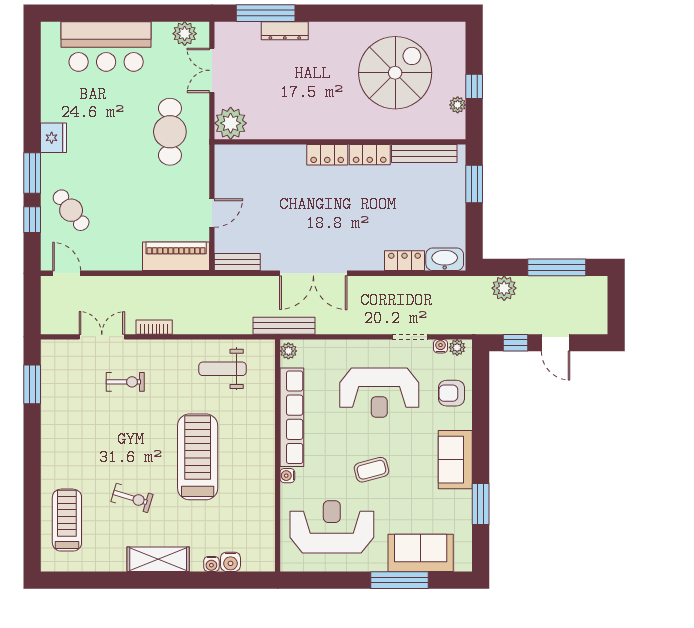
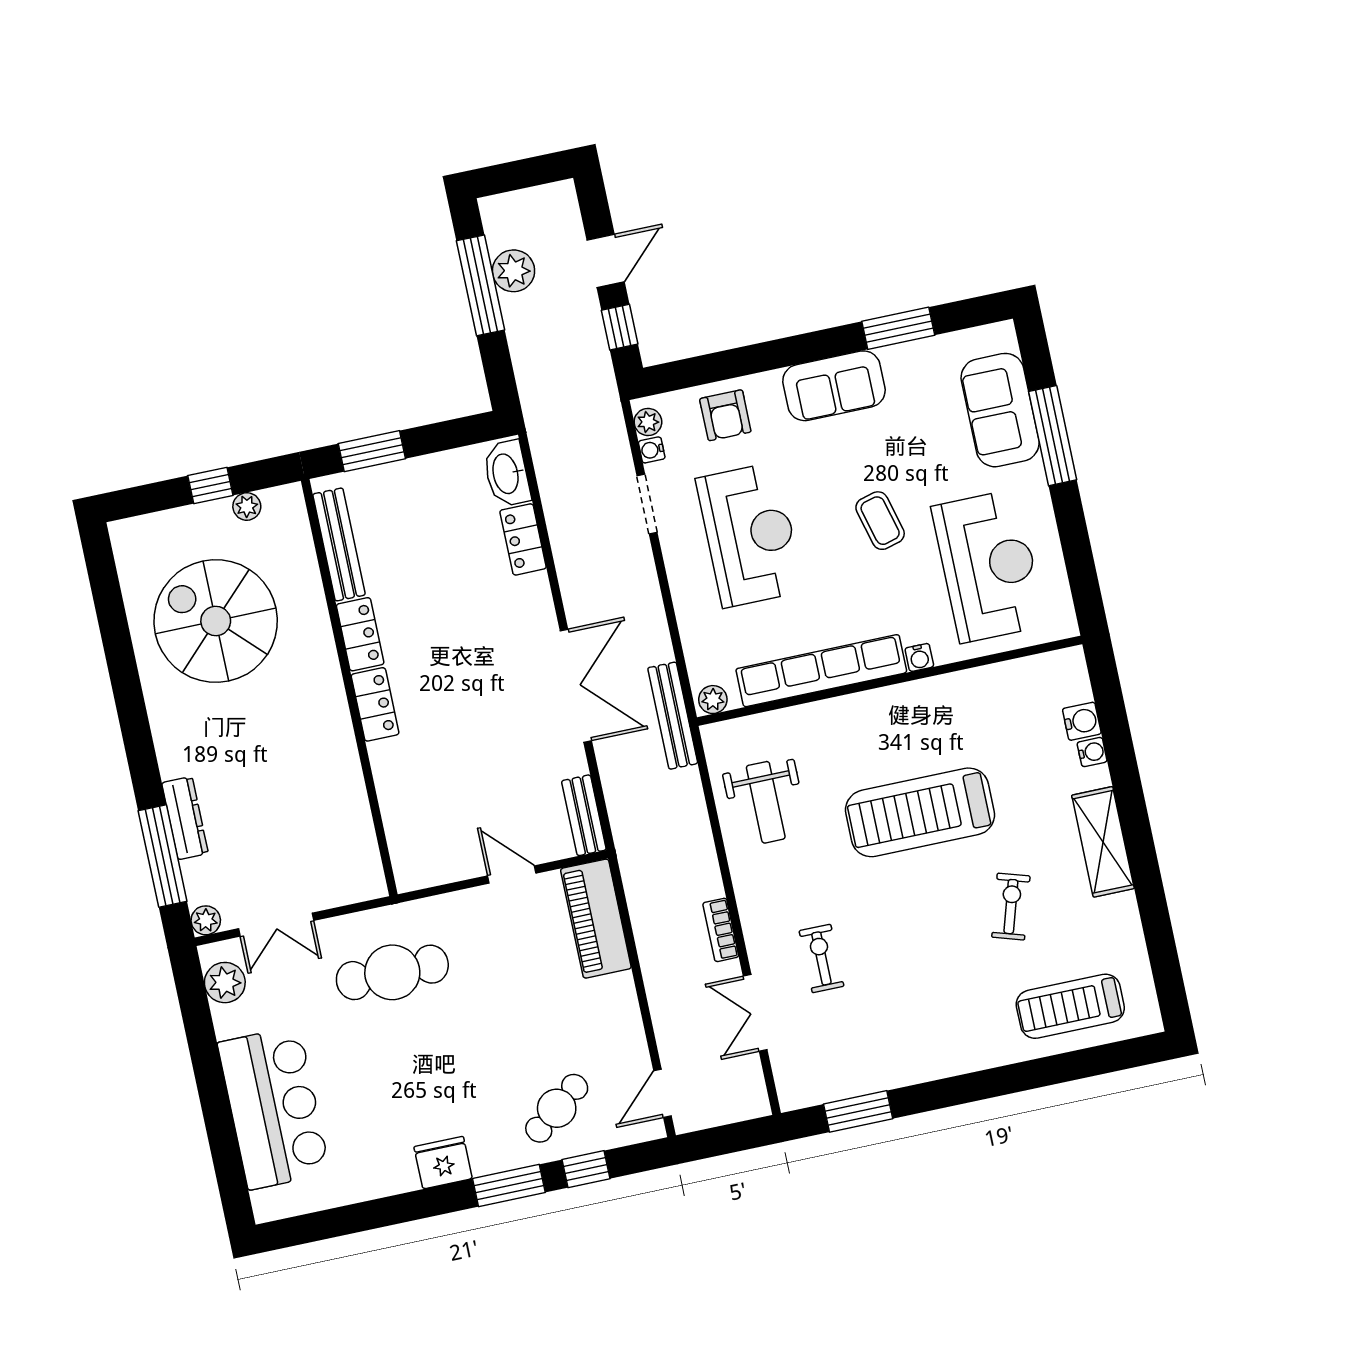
plant: (231, 123) -> (206, 920), moved, width x0.53, depth x0.53
plant: (504, 288) -> (513, 271), moved
reception desk: (332, 527) -> (989, 566), turned 180

